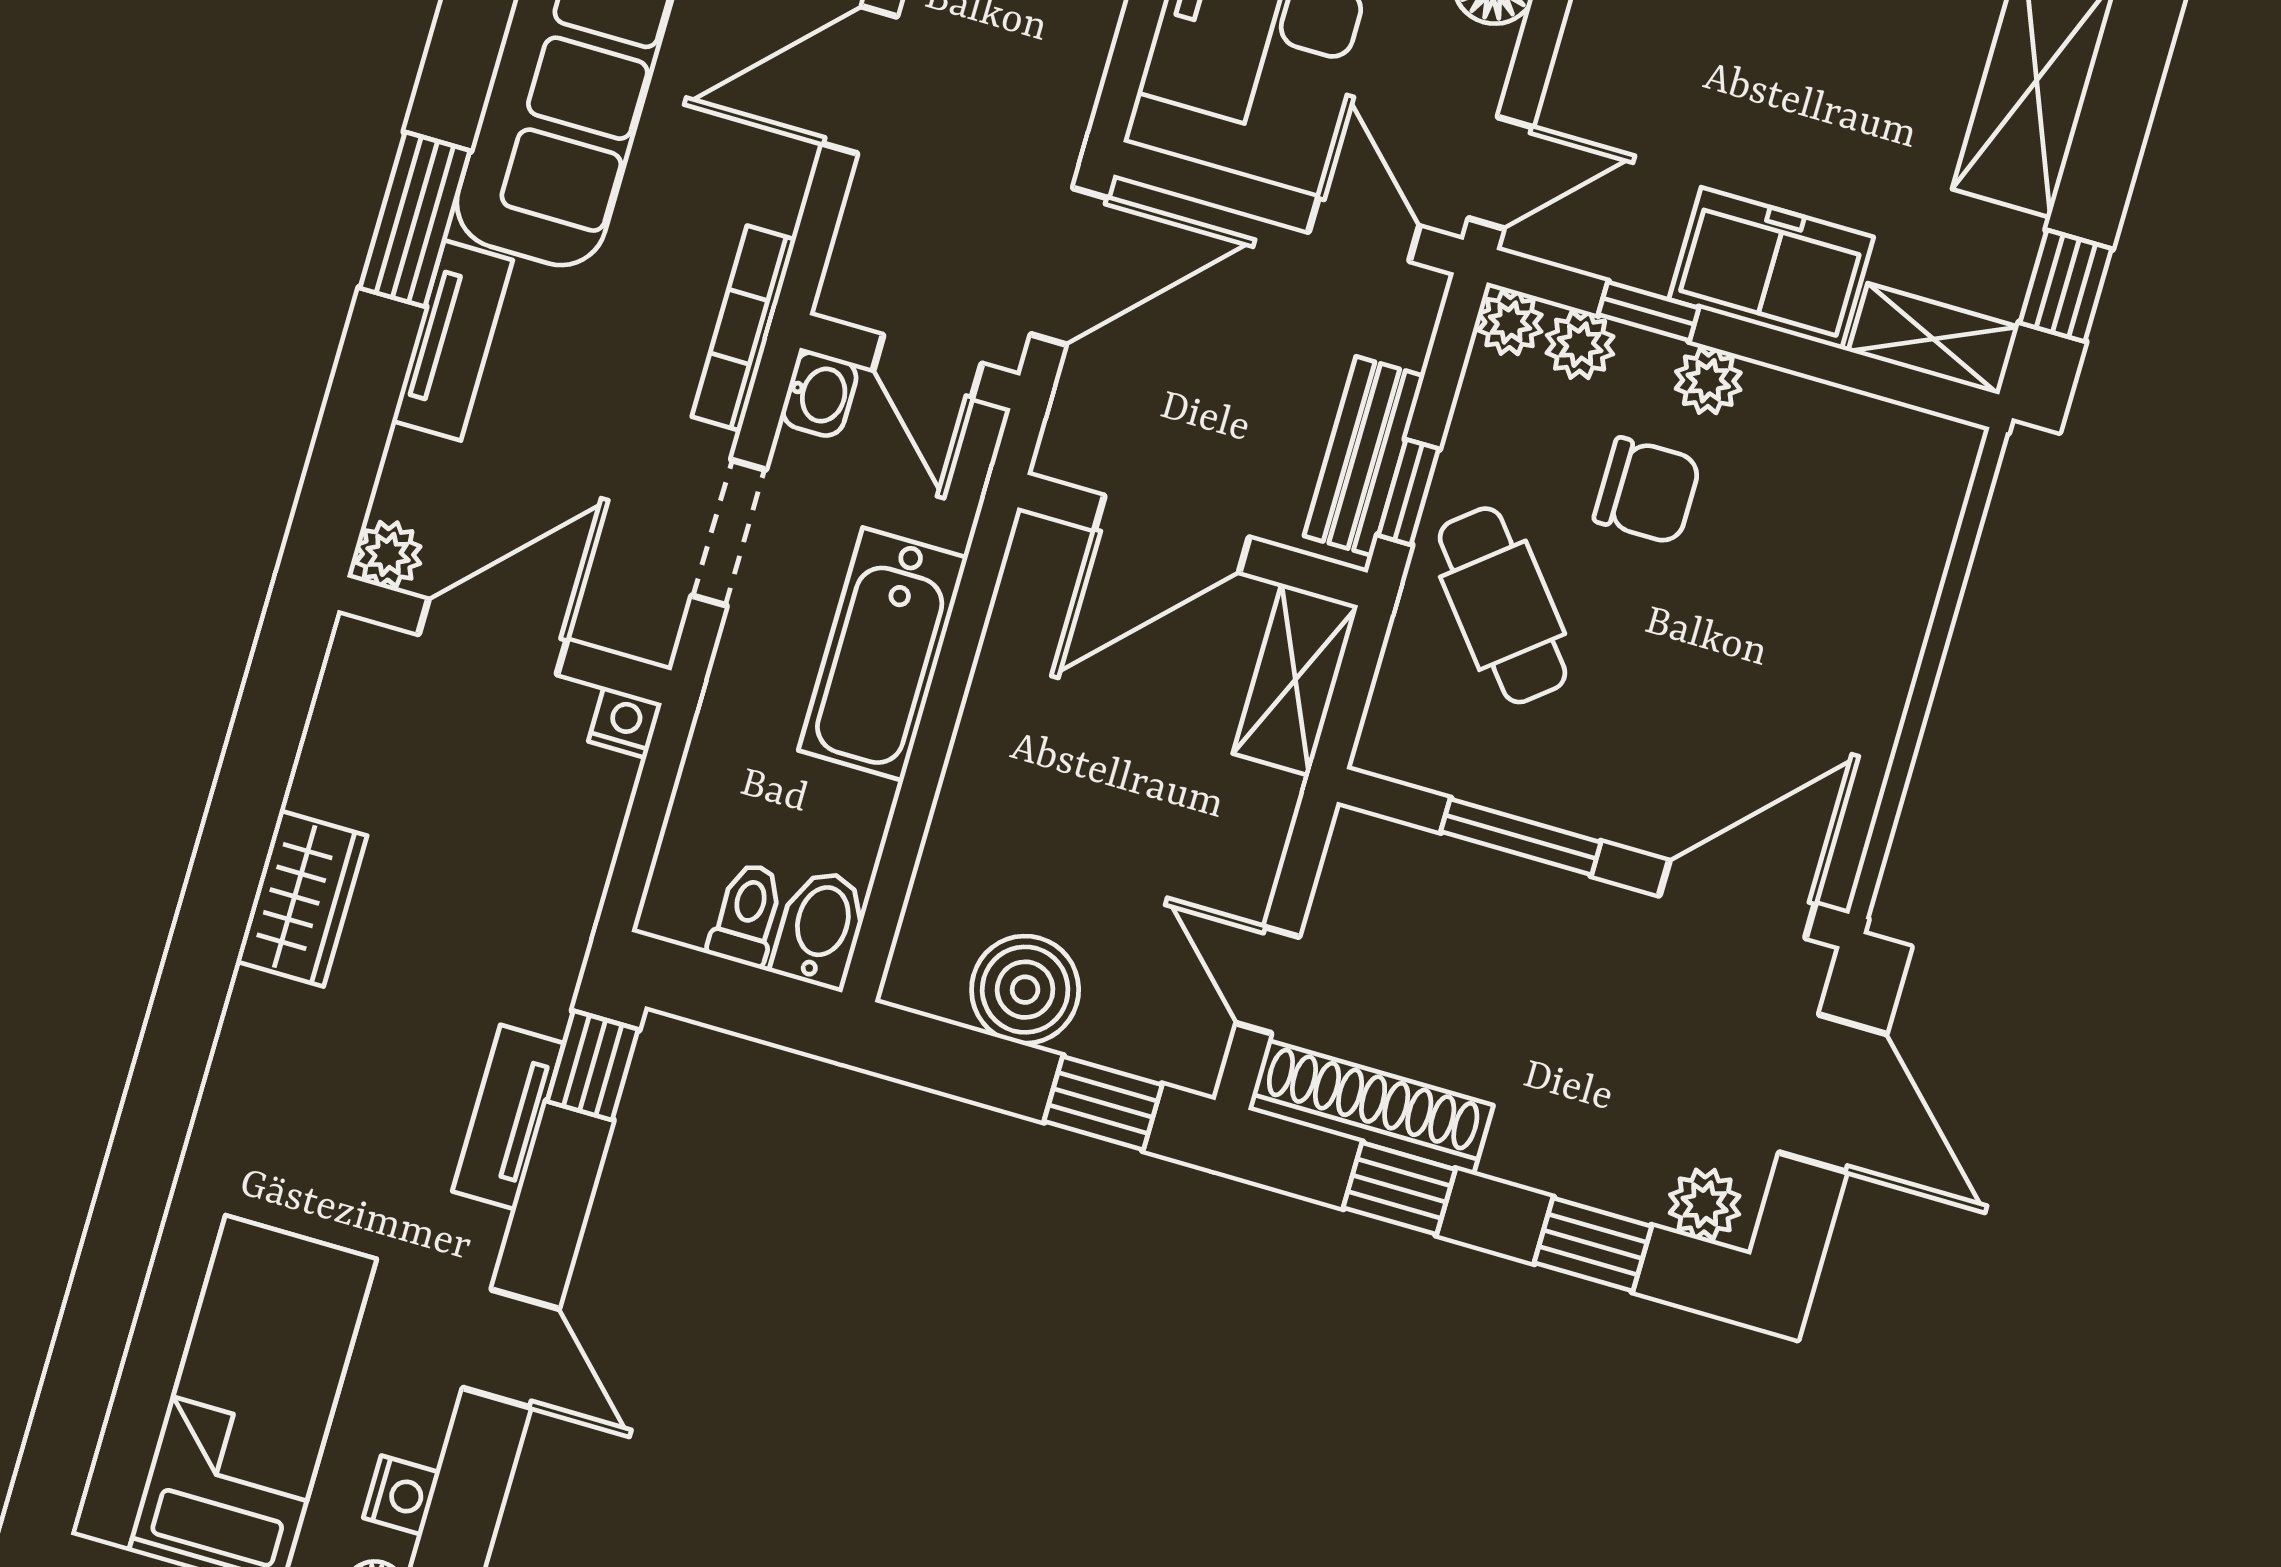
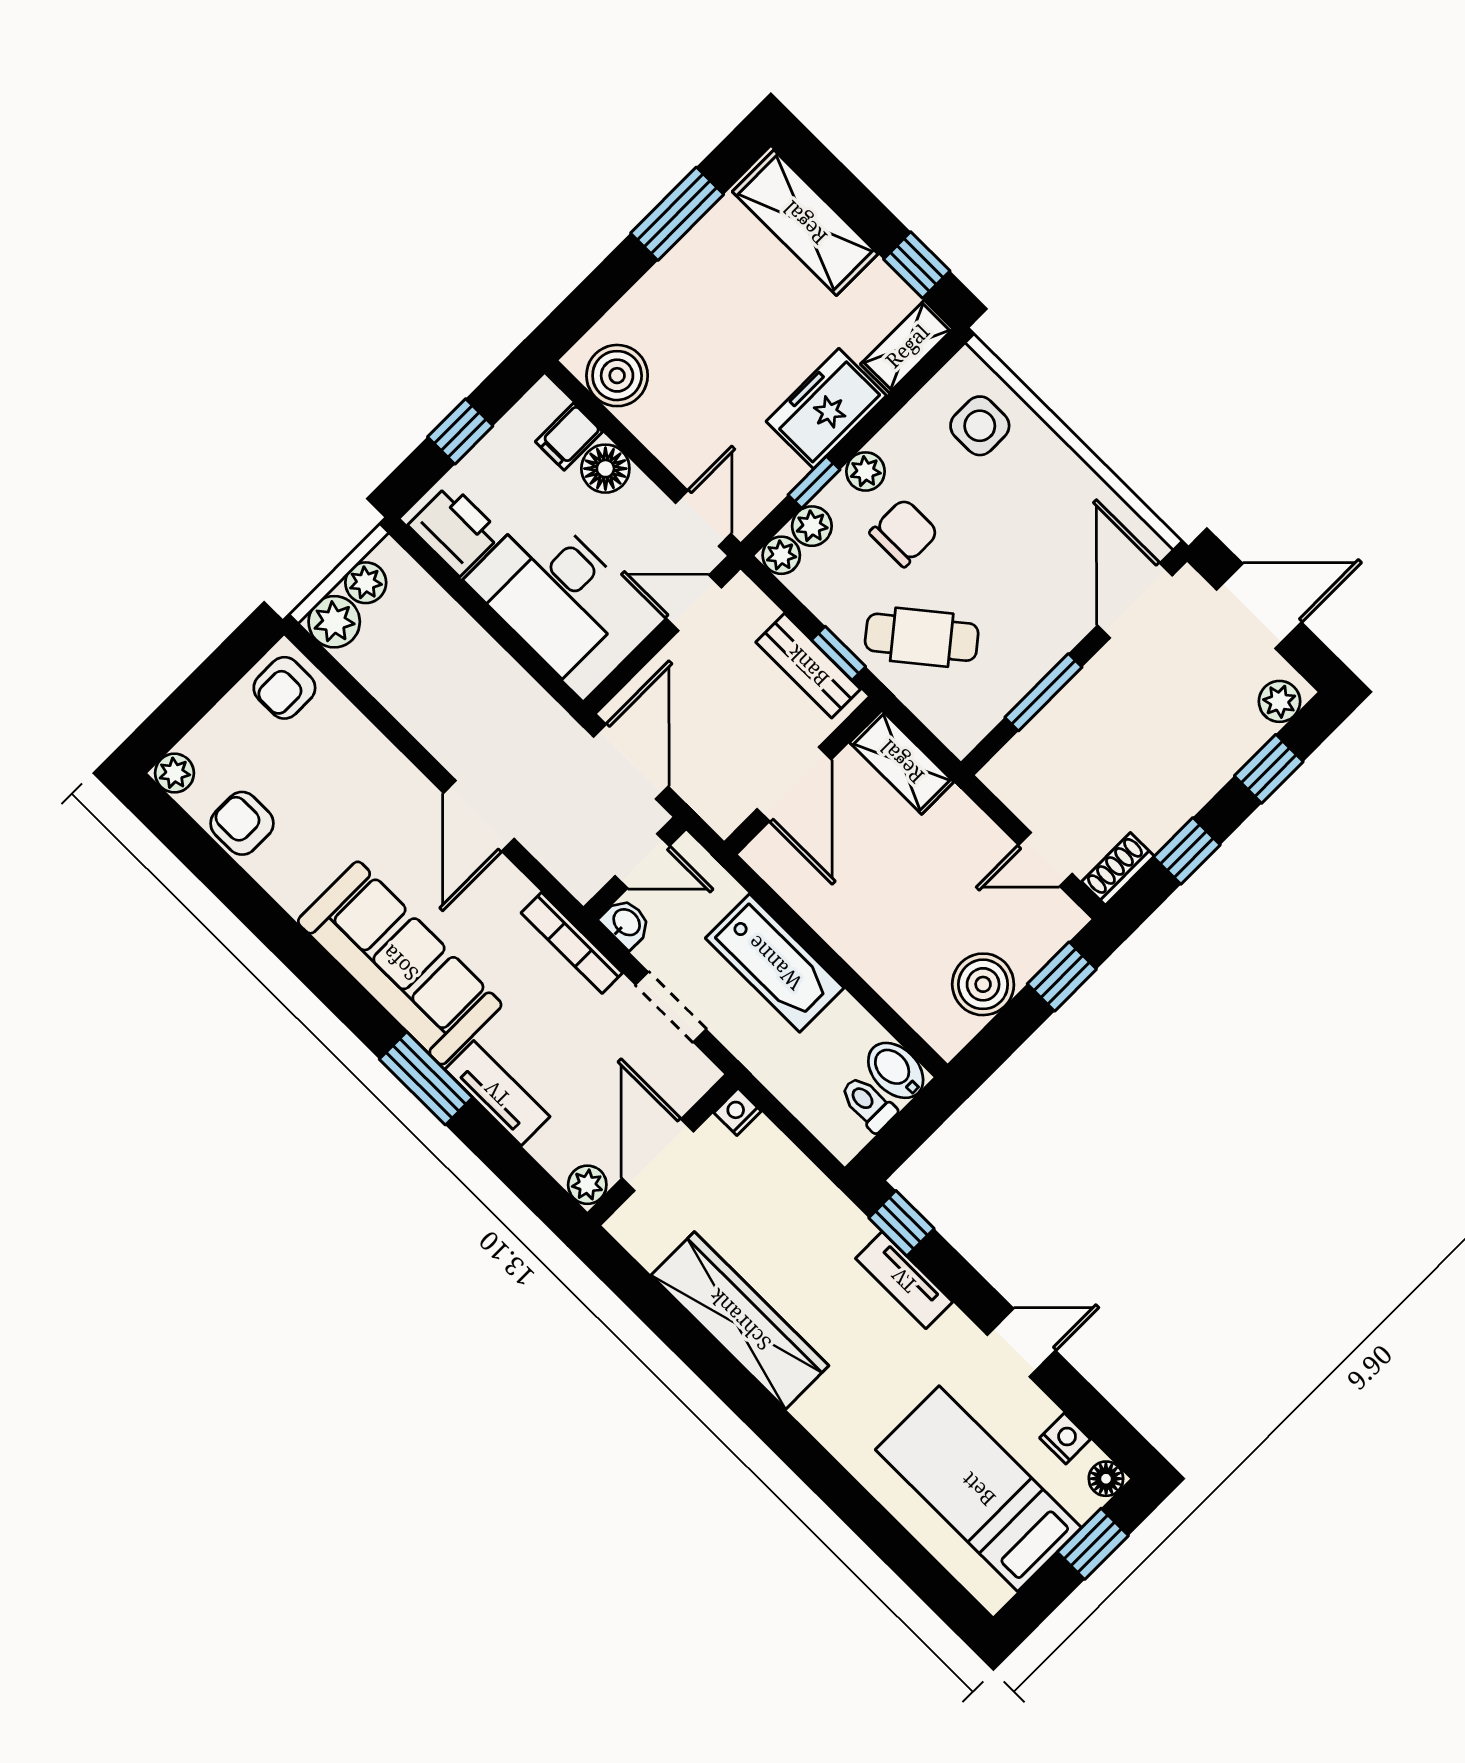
side table: (1874, 517) -> (980, 426), added
wardrobe: (302, 898) -> (740, 1320), width x2.10, depth x1.17
shoe rack: (1371, 1107) -> (1118, 869), width x0.51, depth x0.81

